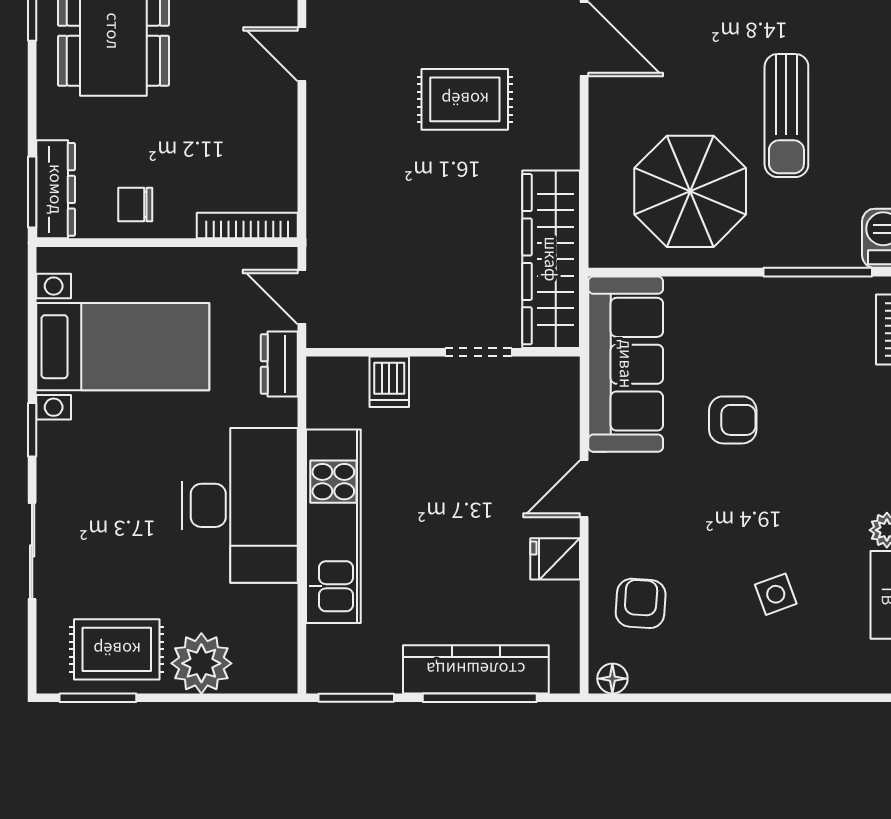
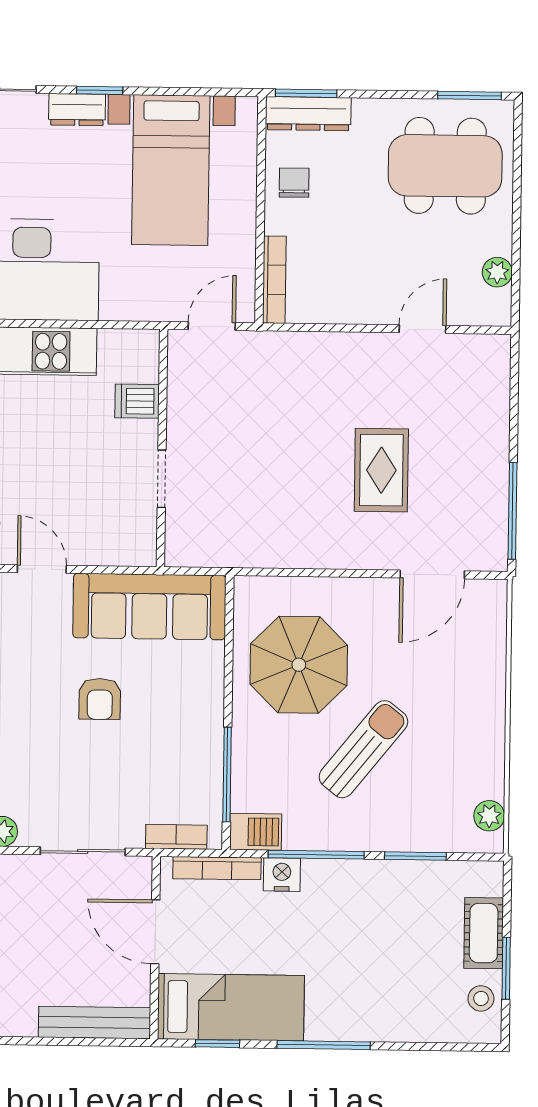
sun lounger: (786, 116) -> (363, 749), turned 129
wardrobe: (551, 259) -> (242, 543), removed
dresser: (279, 364) -> (77, 110), moved, turned 180

